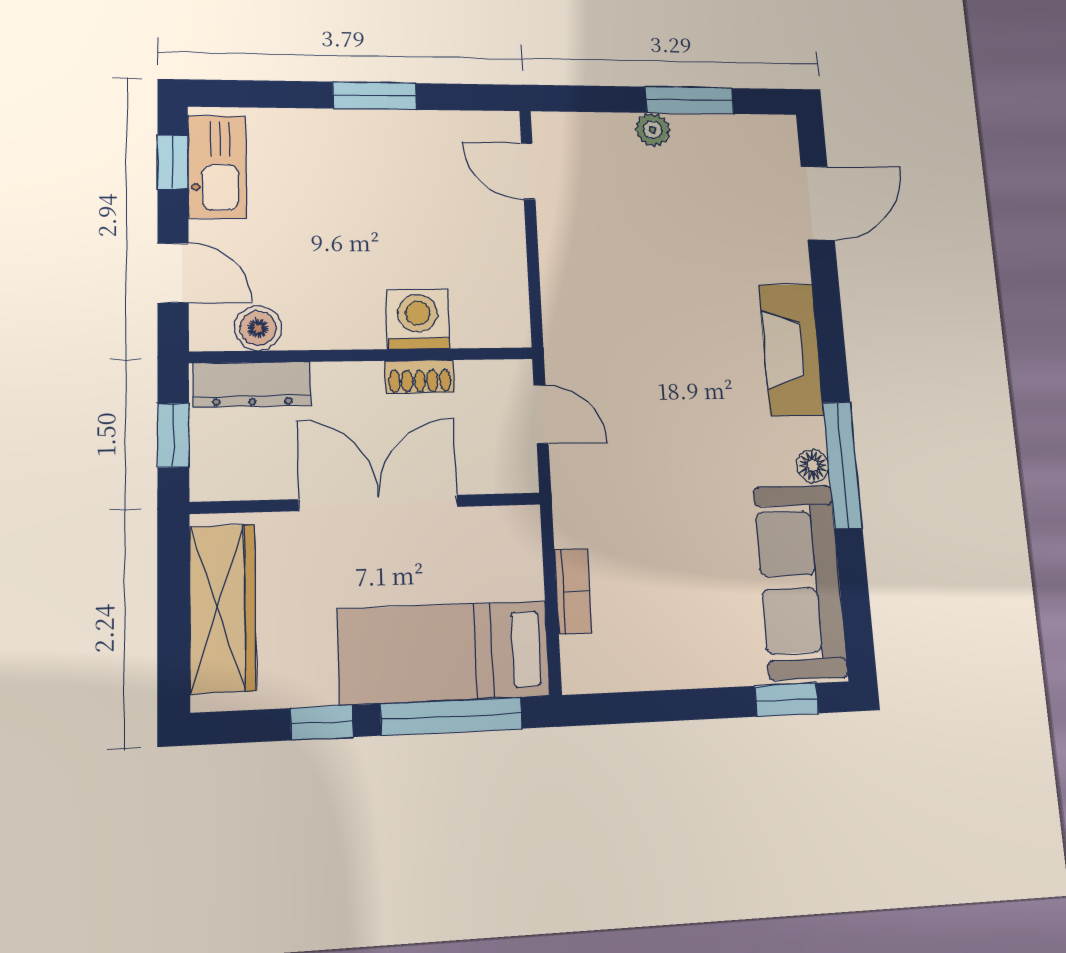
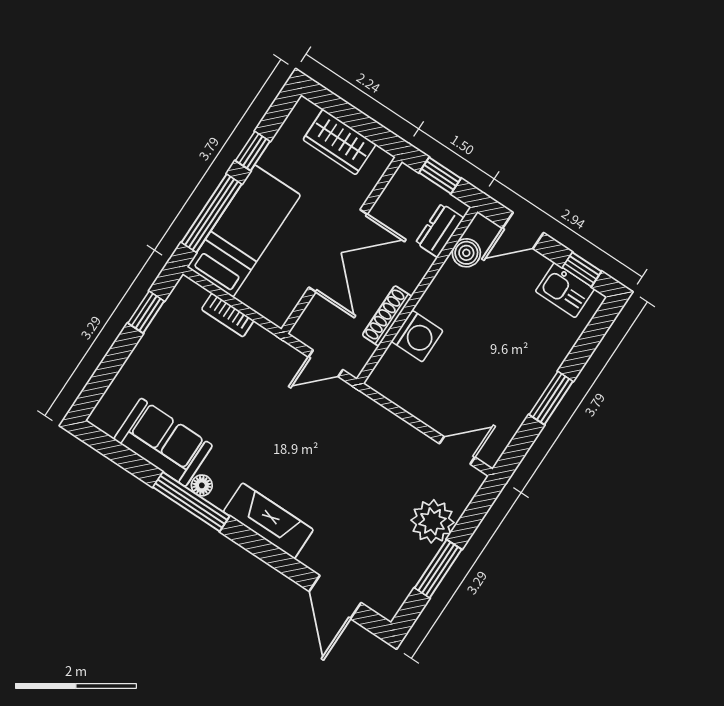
plant: (653, 130) -> (433, 521), width x1.88, depth x1.88
kitchen sink: (217, 167) -> (565, 290), width x0.73
shoe rack: (420, 377) -> (387, 316), width x1.43
dresser: (252, 384) -> (440, 230), width x0.70
sofa: (800, 581) -> (163, 442), width x0.73
wardrobe: (223, 608) -> (339, 142), width x0.67
window: (787, 700) -> (146, 312), moved

